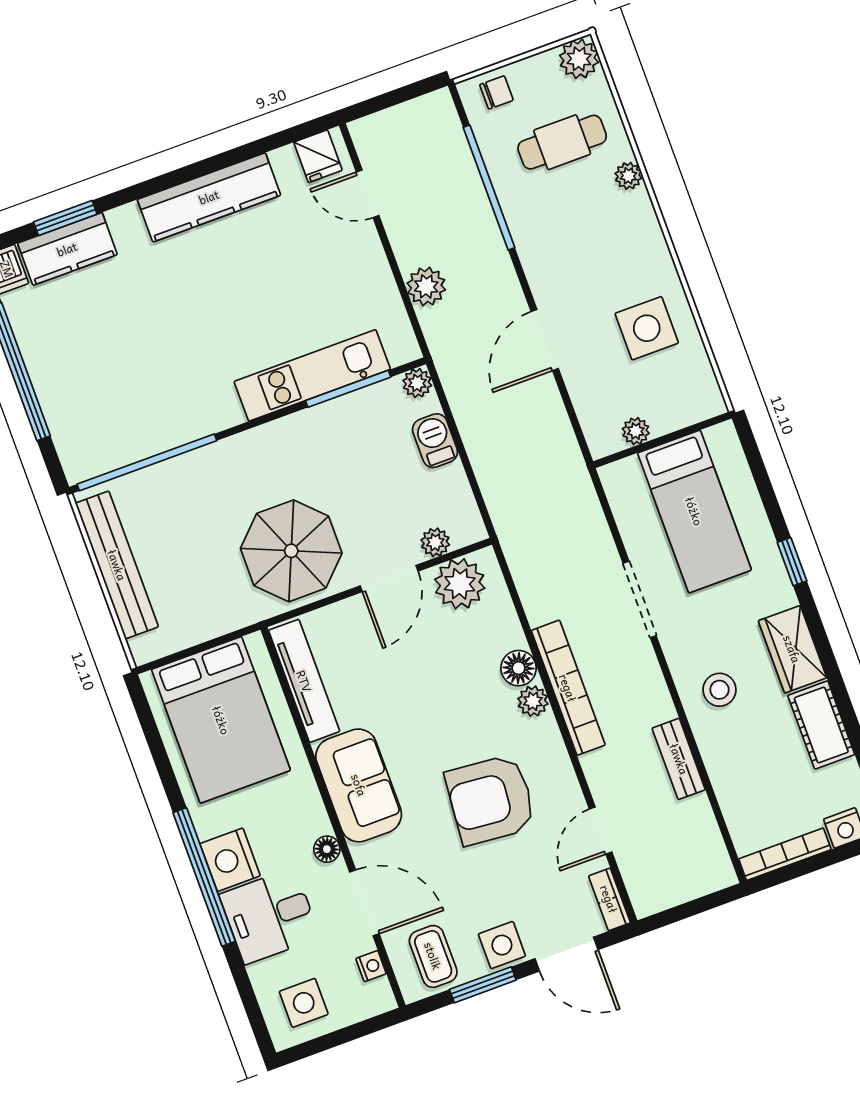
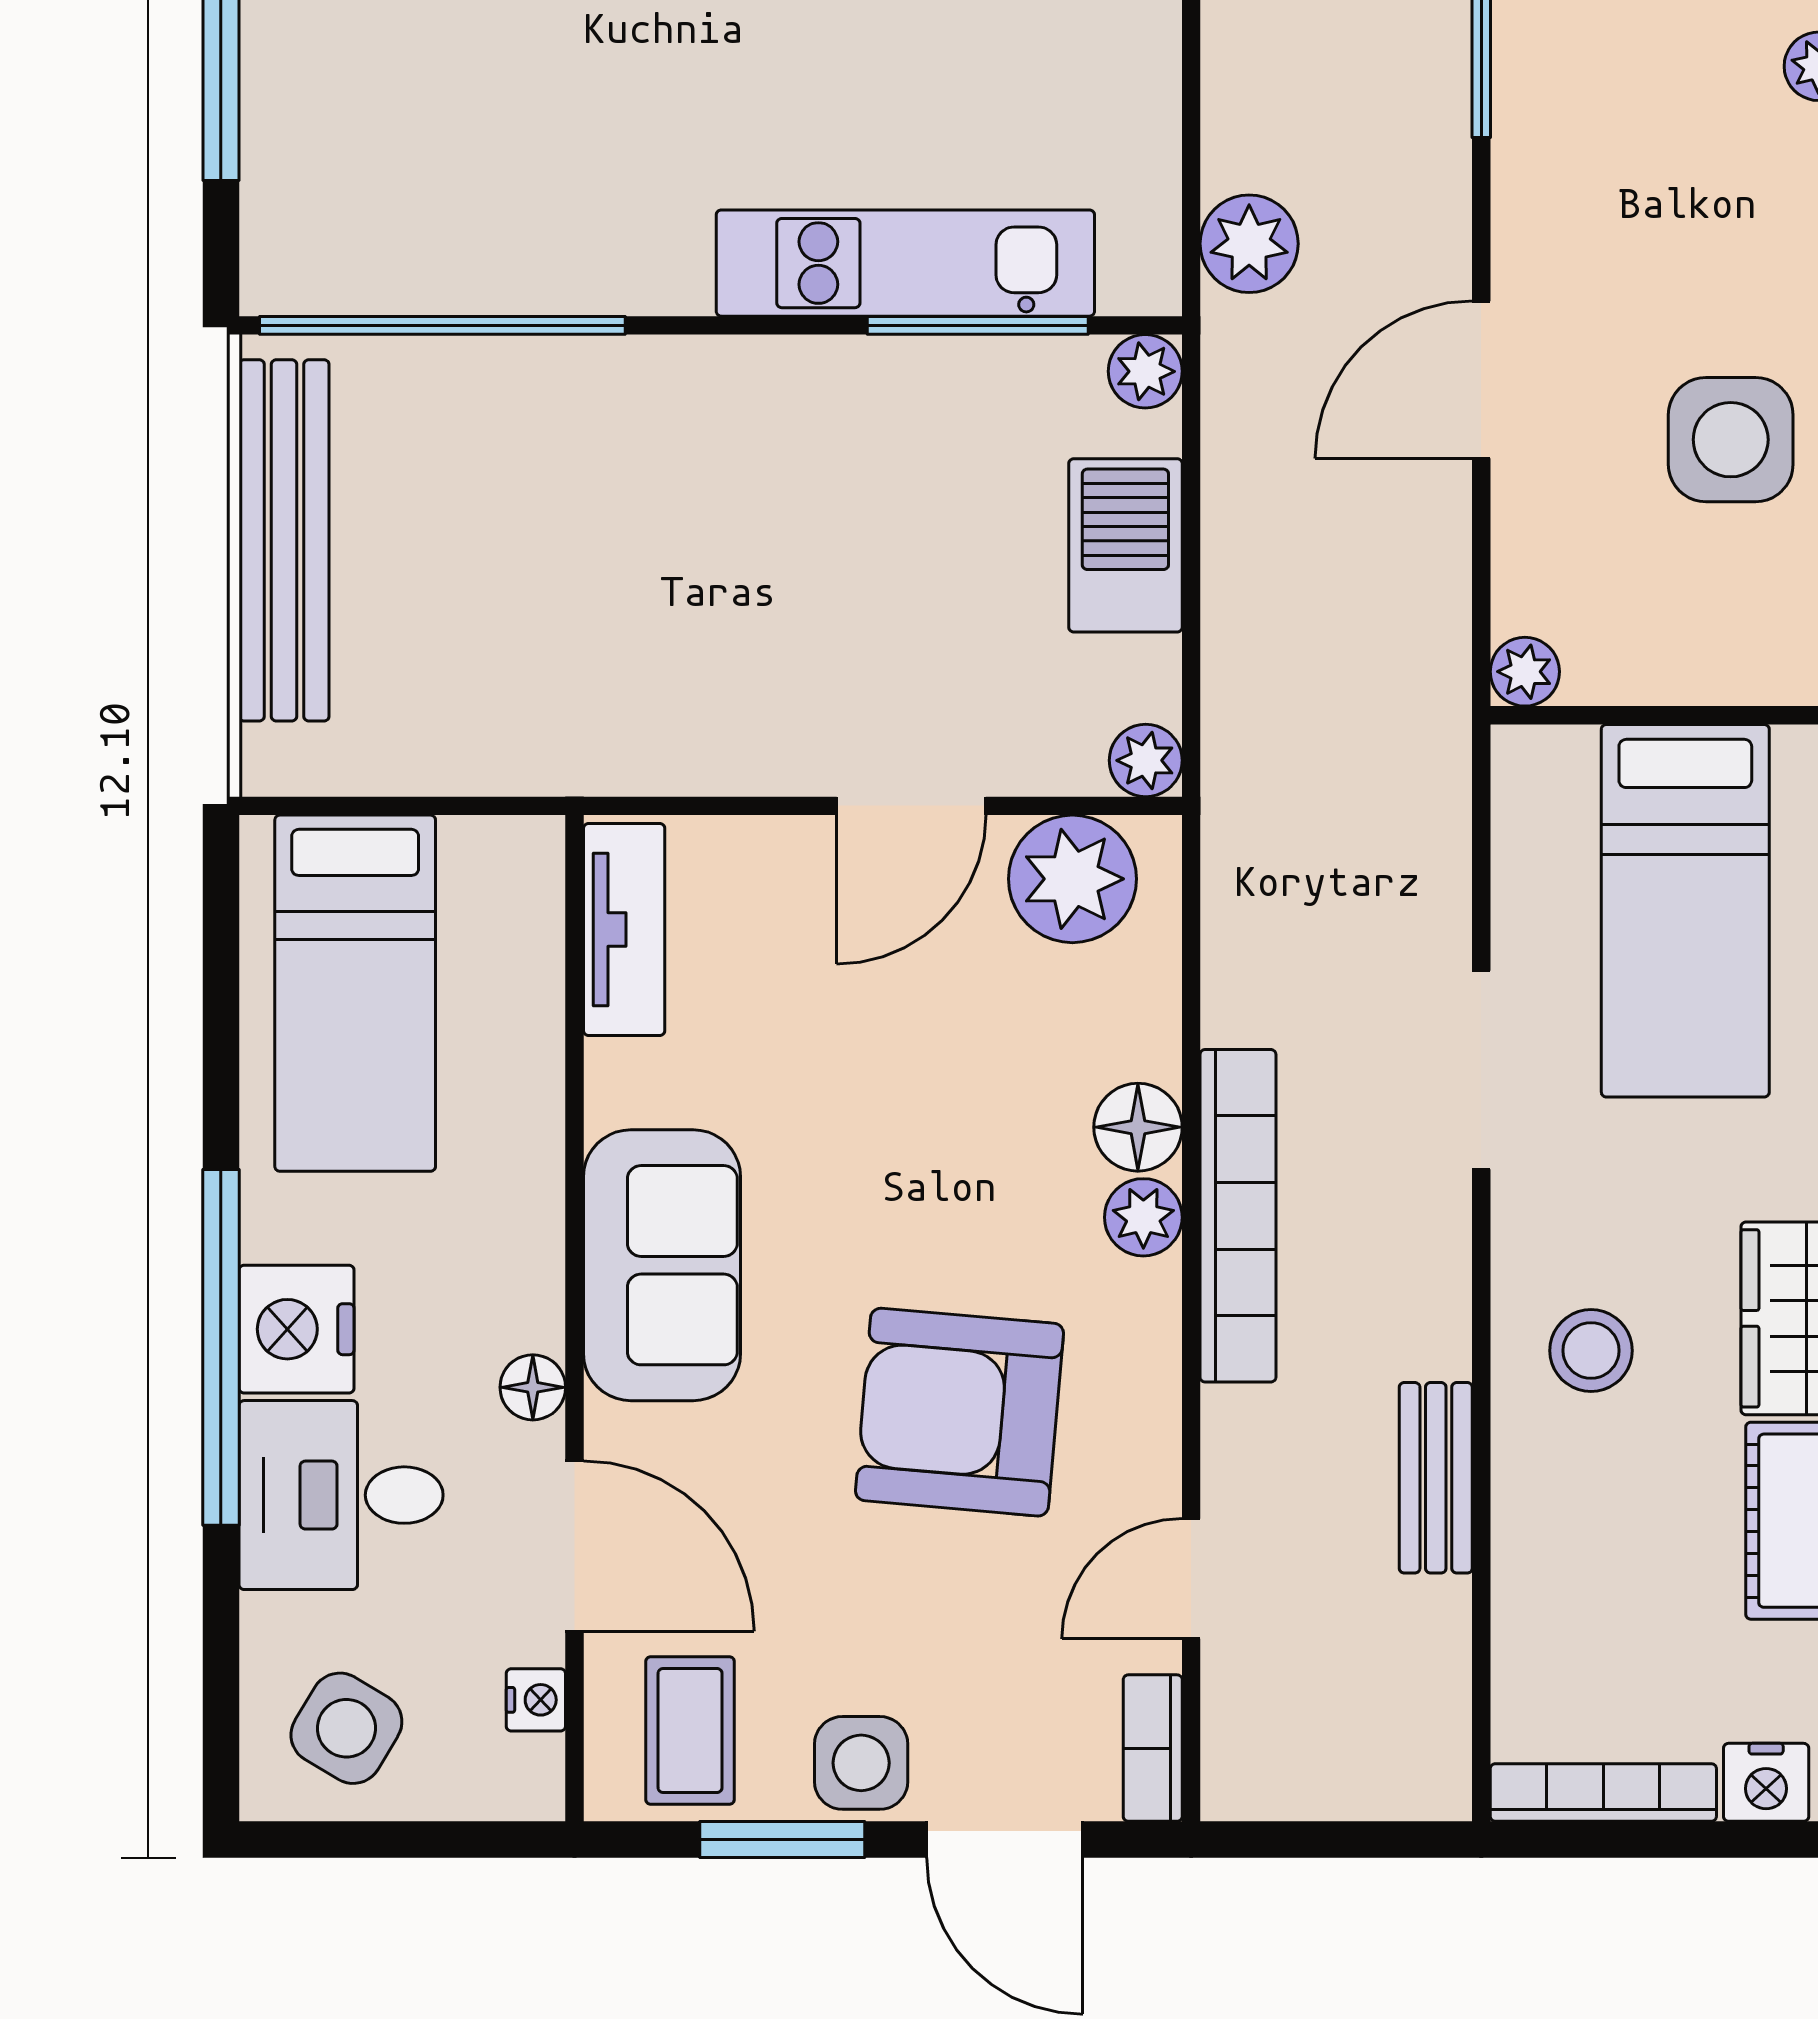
plant: (426, 286) -> (1249, 244), moved
plant: (636, 431) -> (1525, 672), moved
barbecue: (435, 441) -> (1125, 545), width x1.38, depth x1.27
plant: (435, 542) -> (1146, 760), moved
parasol: (291, 551) -> (705, 657), removed
tv unit: (304, 681) -> (624, 929), width x0.71
bed: (221, 720) -> (355, 993), width x0.67
side table: (304, 1003) -> (346, 1728), turned 31

